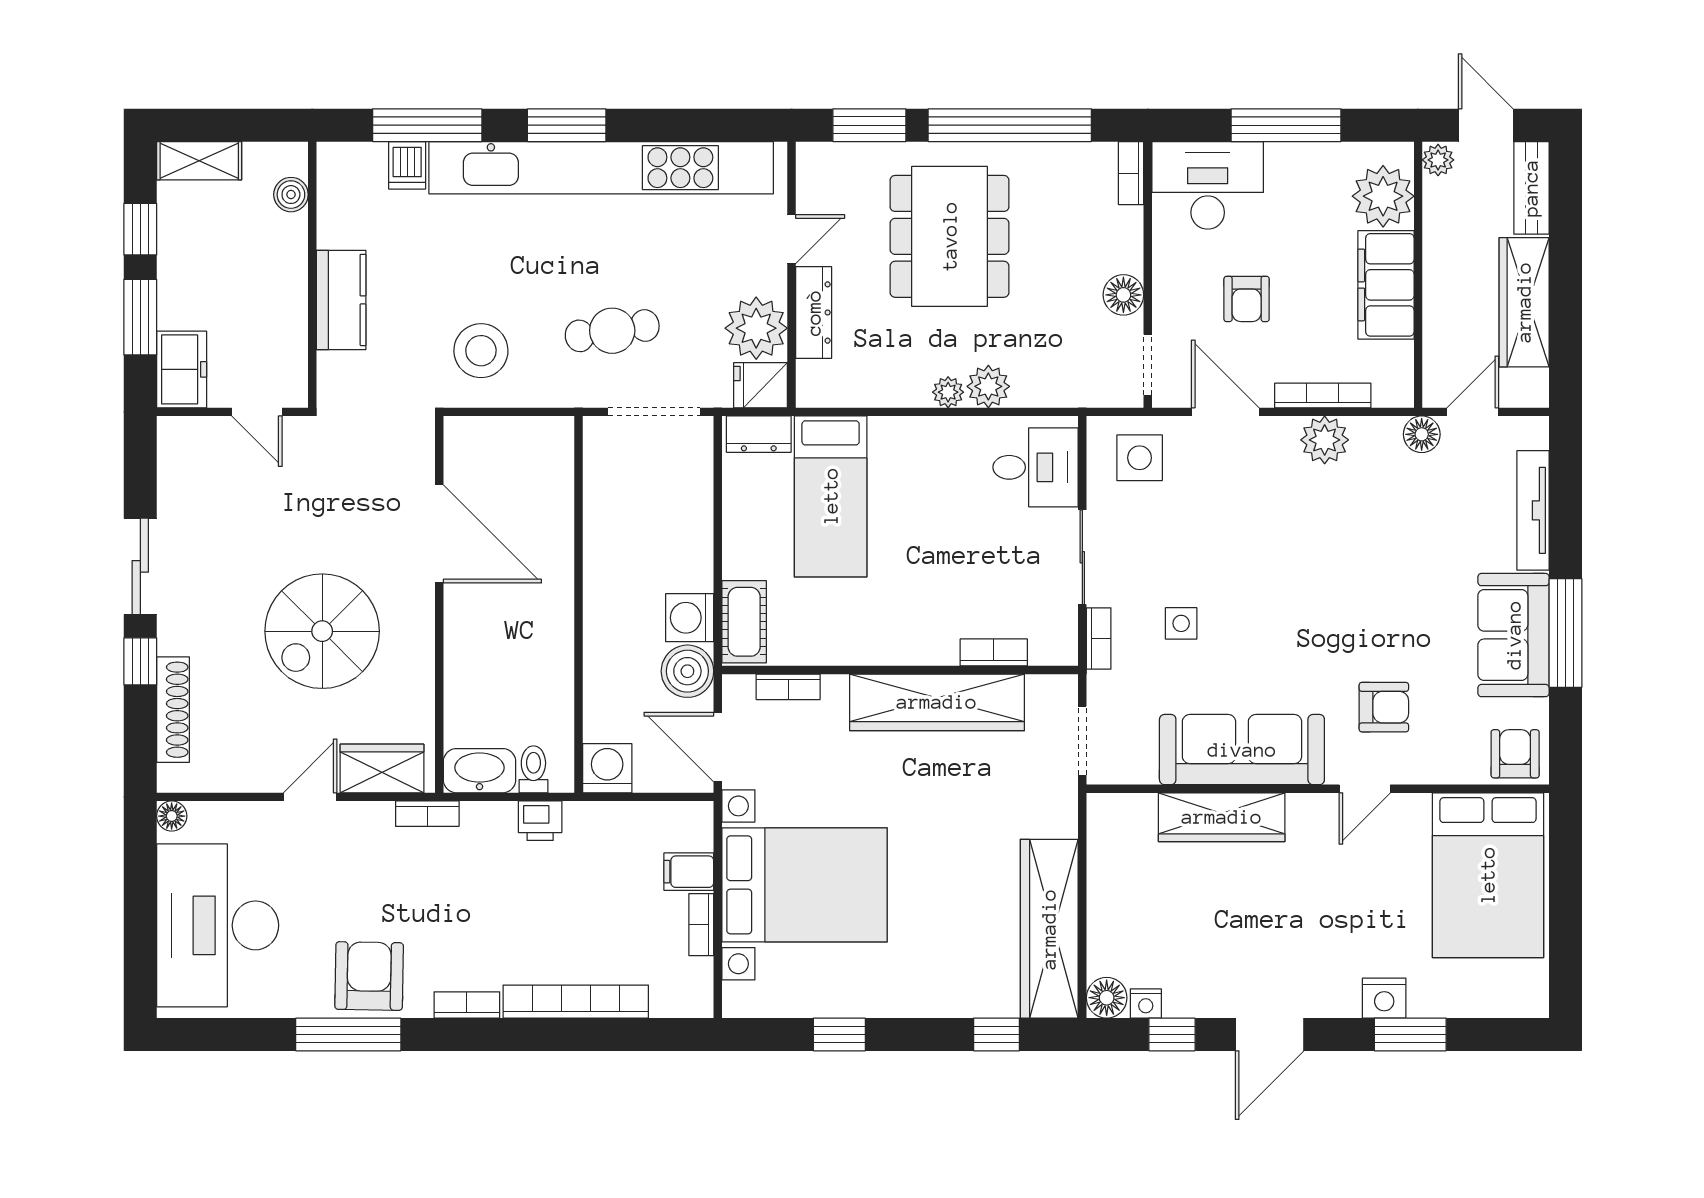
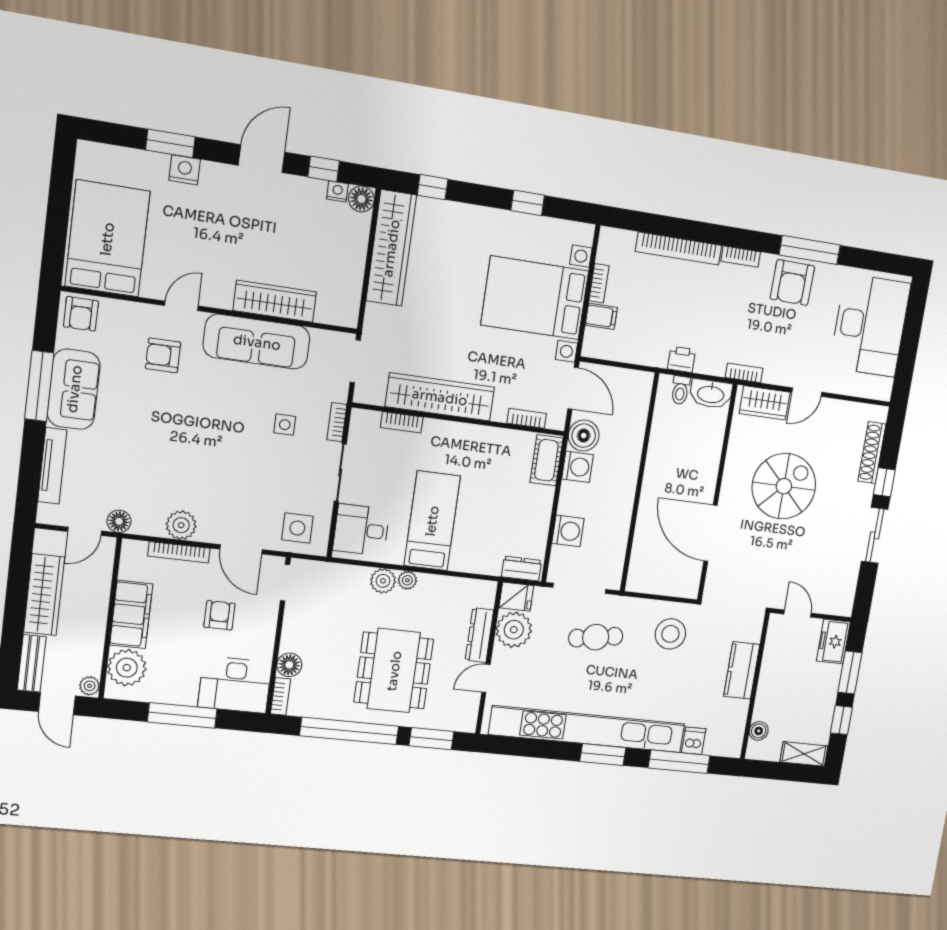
floor lamp: (1123, 295) -> (289, 665), moved
bed: (831, 496) -> (432, 521), moved
washing machine: (607, 768) -> (568, 531), moved, turned -90
floor lamp: (172, 816) -> (883, 392), removed

